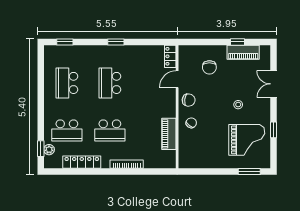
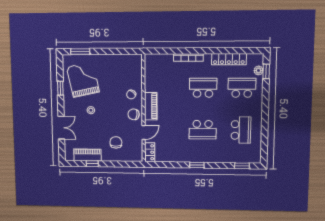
school desk: (110, 83) -> (203, 130), turned 90
piano: (169, 134) -> (151, 106), moved
grand piano: (247, 140) -> (83, 80), turned 78

